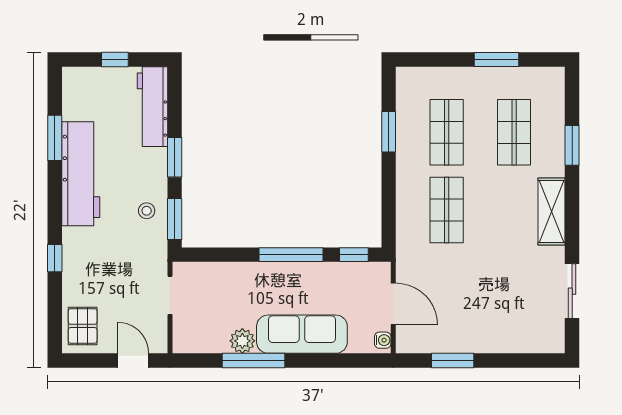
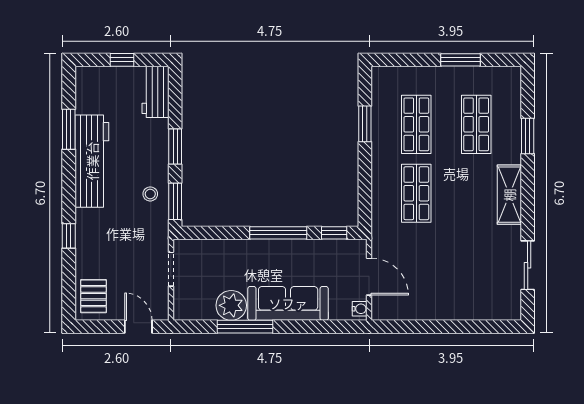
workbench: (153, 107) -> (156, 92), width x0.73
plant: (242, 341) -> (231, 305), width x1.36, depth x1.36
window: (453, 360) -> (422, 327), removed

